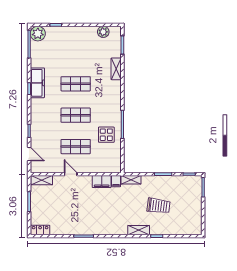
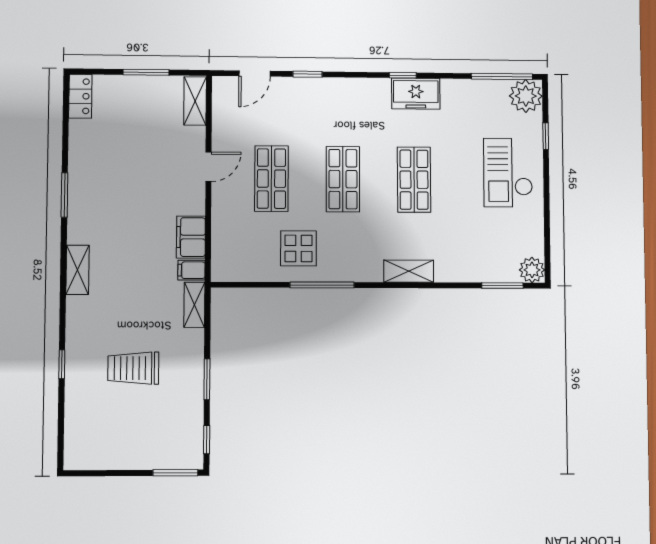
plant: (103, 32) -> (532, 270), moved
checkout: (72, 42) -> (508, 173), added
shelving: (116, 69) -> (409, 271), moved
freezer: (37, 83) -> (416, 94), width x0.71
trolley: (158, 206) -> (133, 368), turned 83
shelving: (139, 230) -> (77, 270), moved

